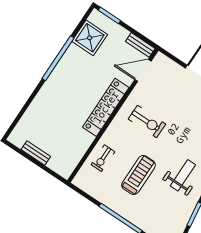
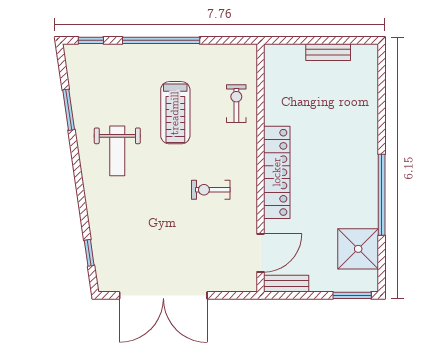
exercise bike: (147, 121) -> (211, 190), width x0.73, depth x0.72

